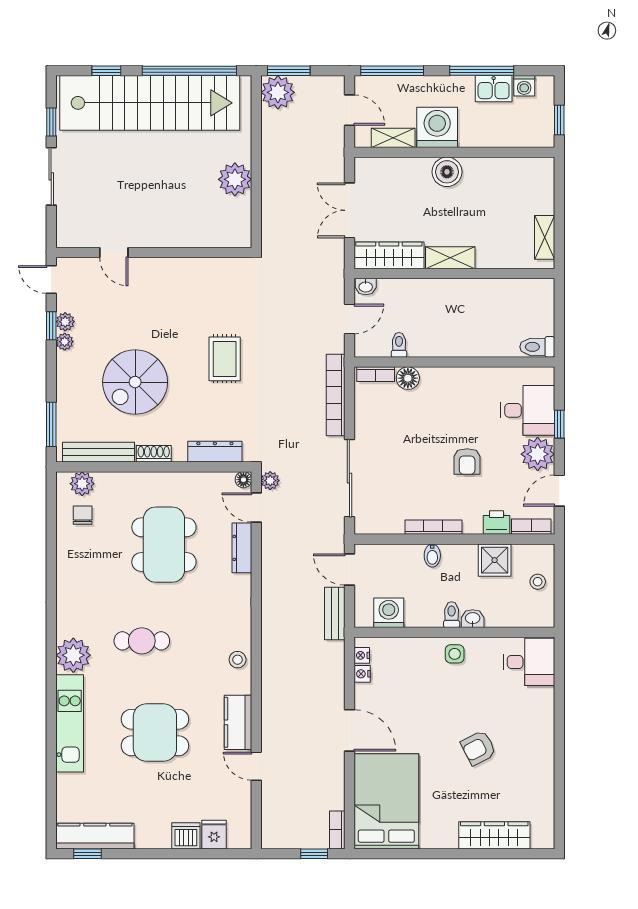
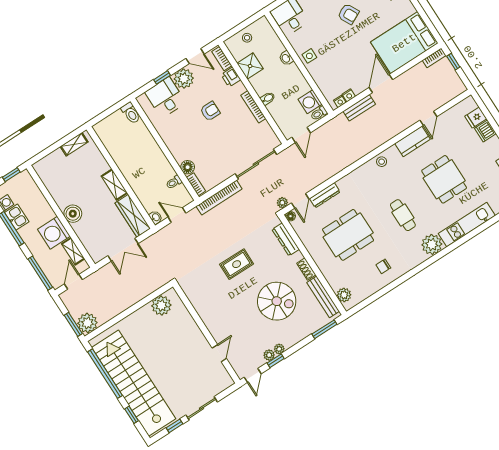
plant: (235, 179) -> (161, 305), moved
chair: (83, 515) -> (383, 266), moved
bench: (335, 613) -> (359, 108), moved
toilet: (452, 615) -> (319, 113), moved

